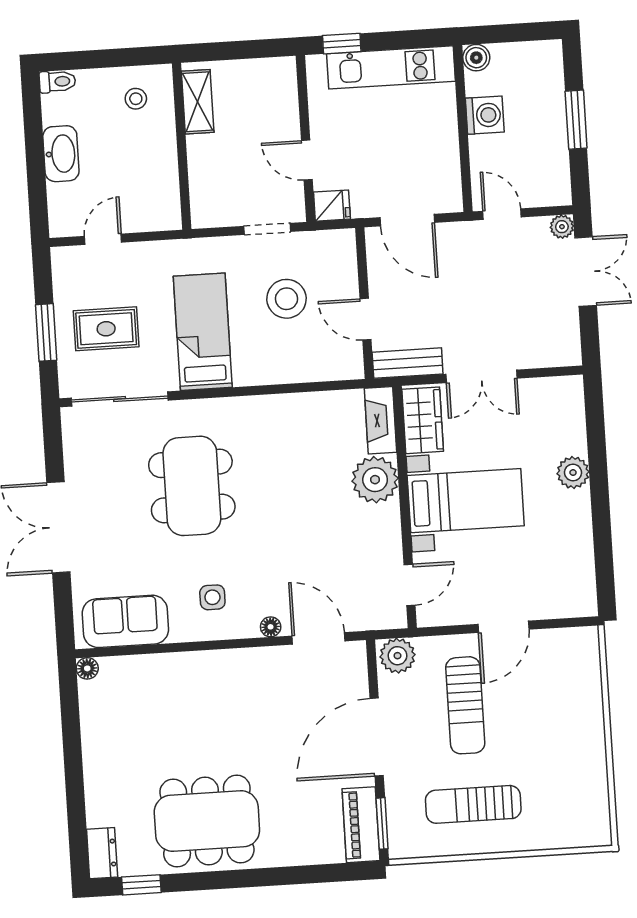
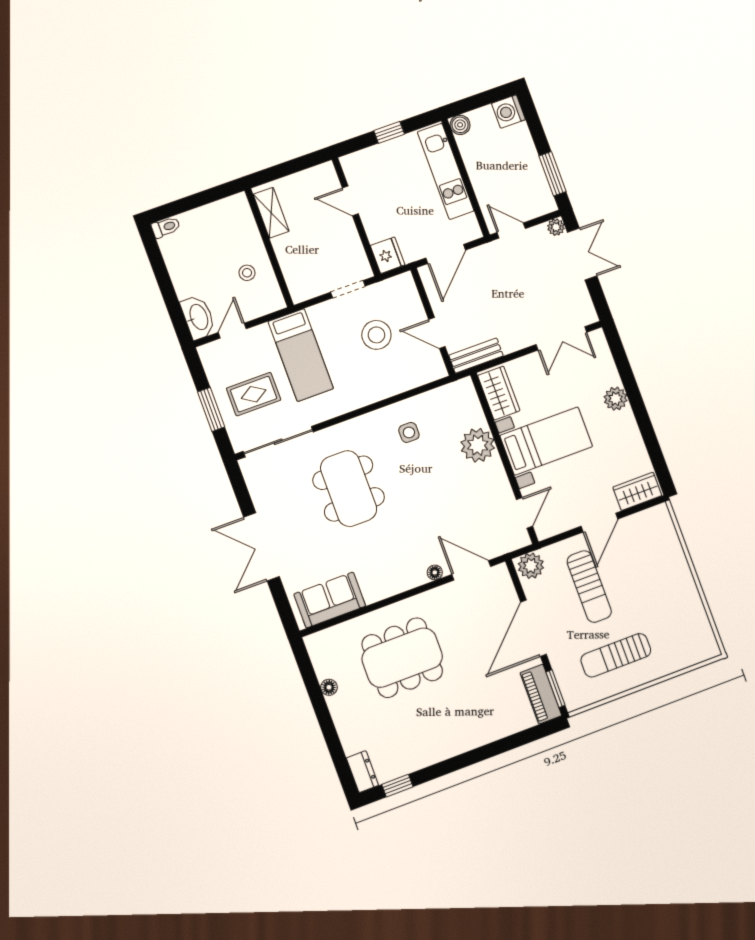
window: (342, 44) -> (389, 132), moved
kitchen unit: (391, 67) -> (446, 171), moved, turned 90
stool: (136, 99) -> (247, 273), moved
washing machine: (485, 115) -> (508, 111), moved, turned 180
window: (576, 120) -> (553, 174), moved
washbasin: (61, 154) -> (198, 317), moved
door: (307, 160) -> (350, 201), moved
fridge: (332, 206) -> (388, 255), width x1.38
door: (407, 220) -> (446, 254), hinge flipped
bed: (203, 332) -> (301, 355), moved, turned 180
double door: (481, 376) -> (561, 338), moved
fireplace: (380, 420) -> (469, 402), removed
side table: (212, 597) -> (409, 432), moved
wardrobe: (565, 601) -> (637, 491), added
floor lamp: (87, 668) -> (329, 687), moved
dining table: (207, 821) -> (402, 658), moved

